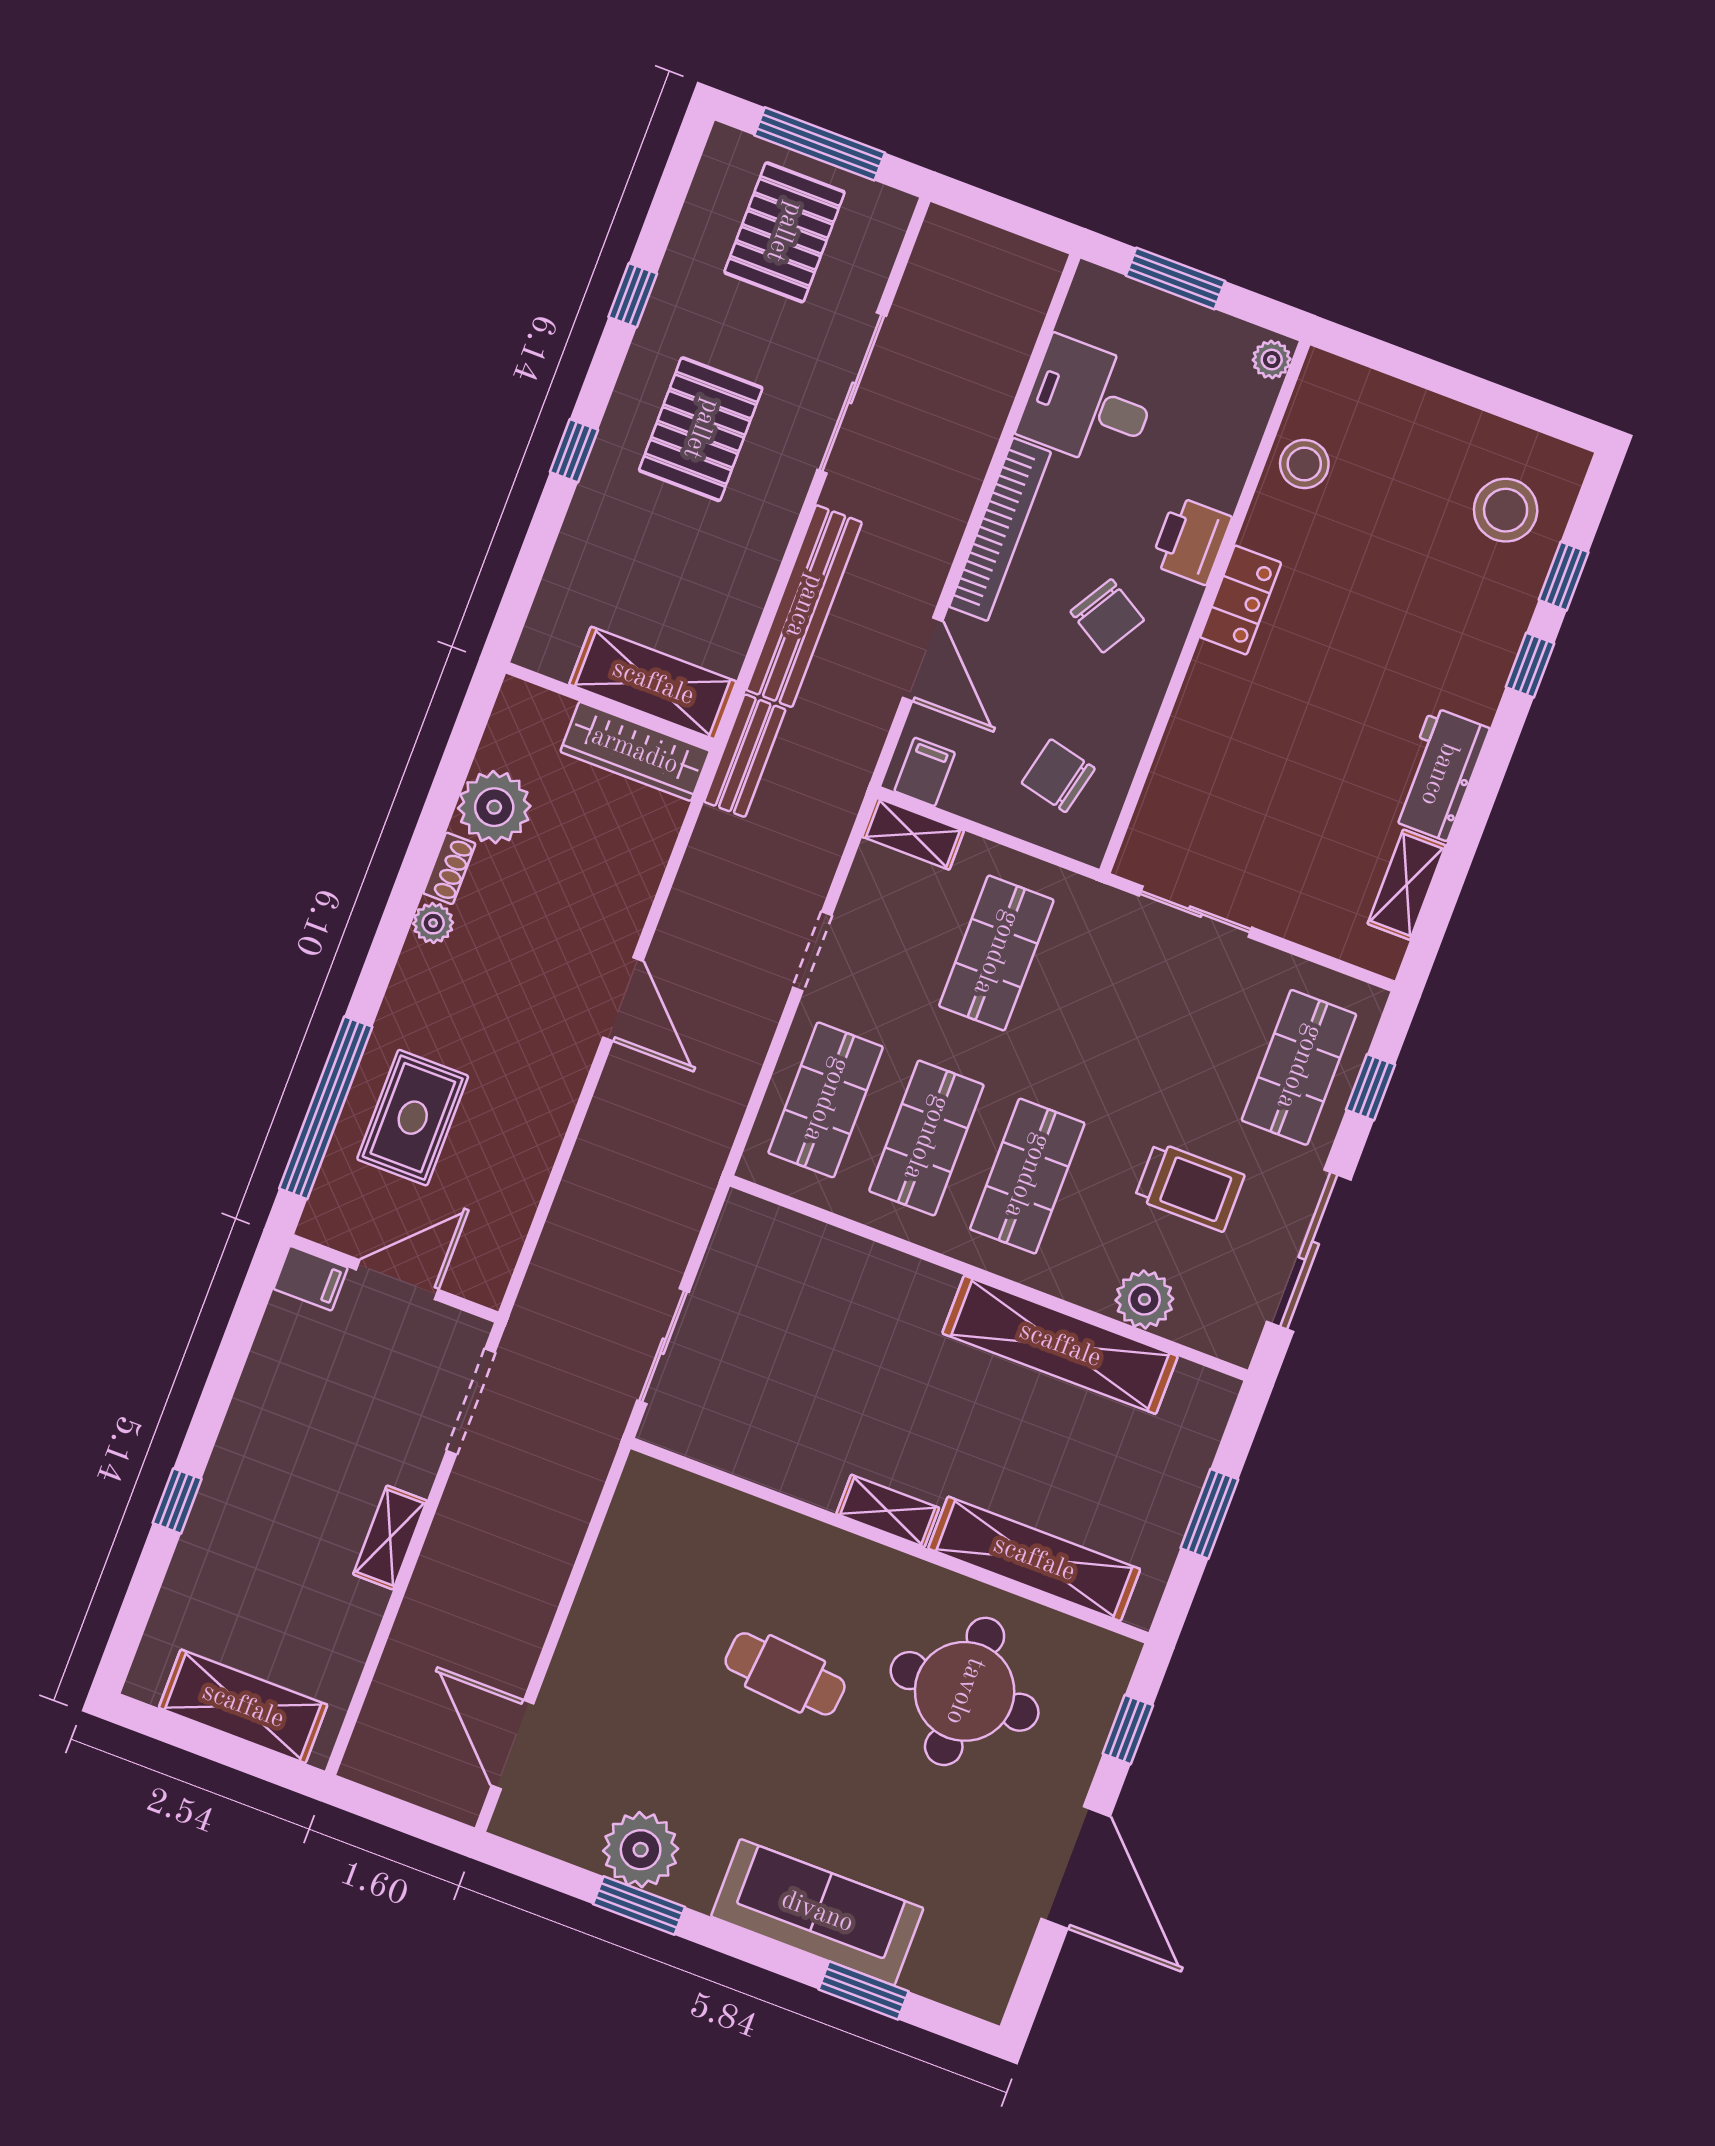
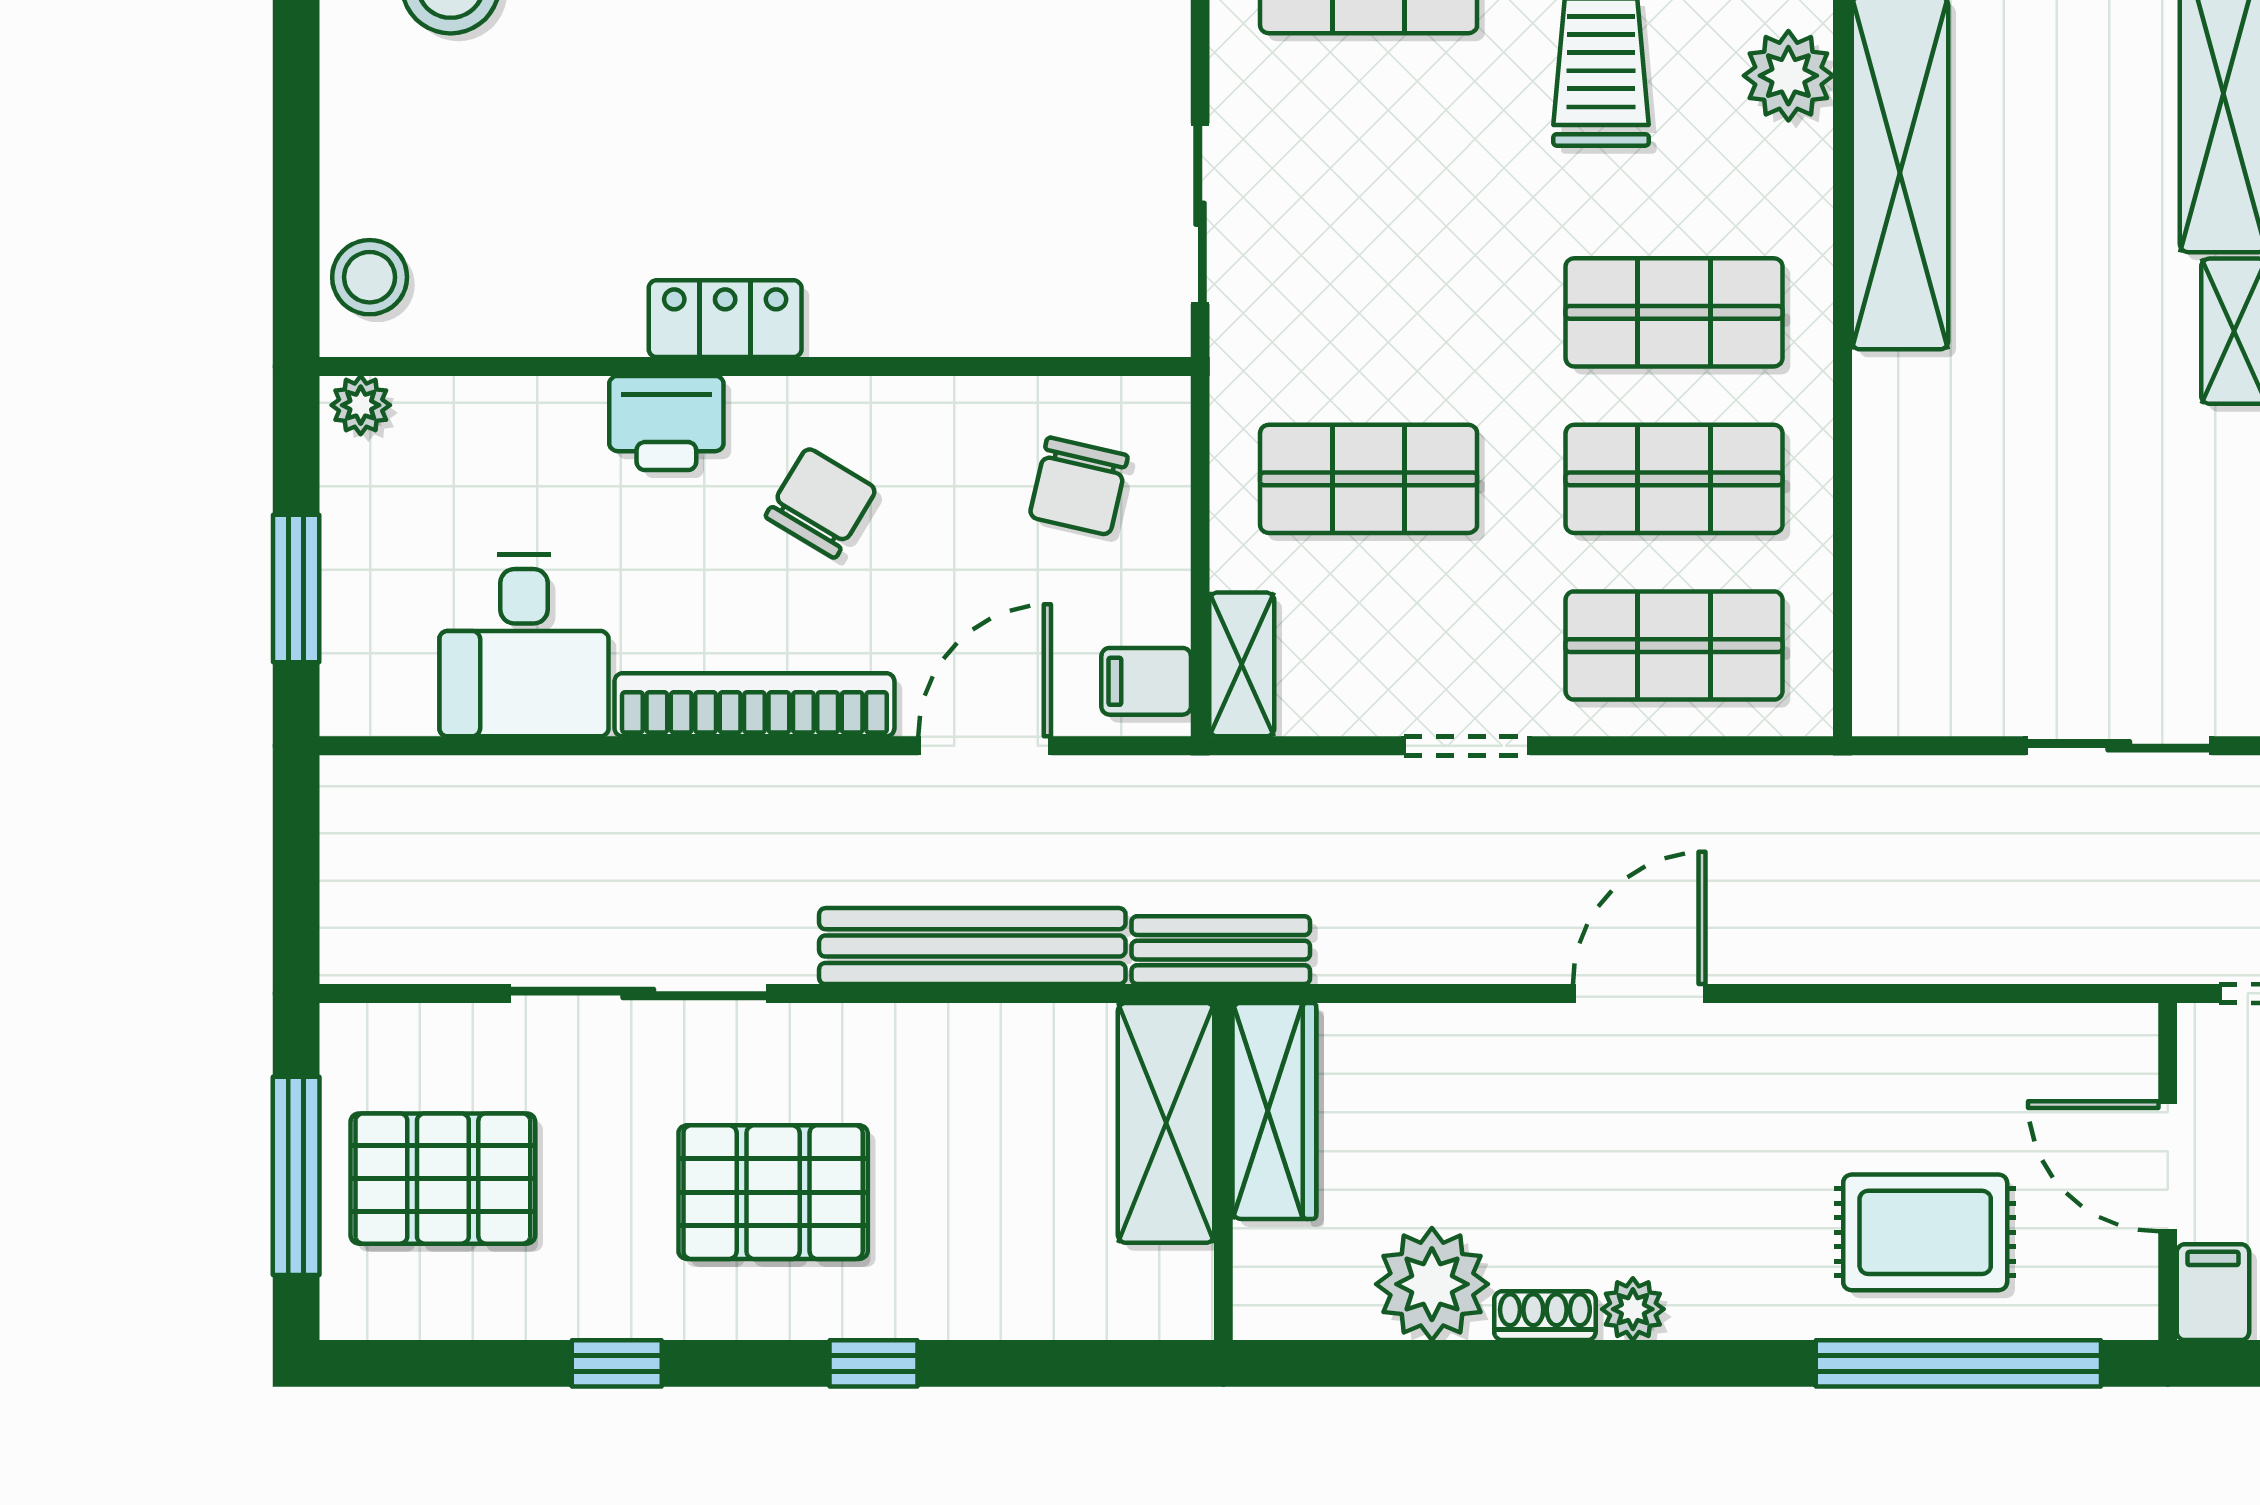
stool: (1304, 464) -> (370, 277), moved

